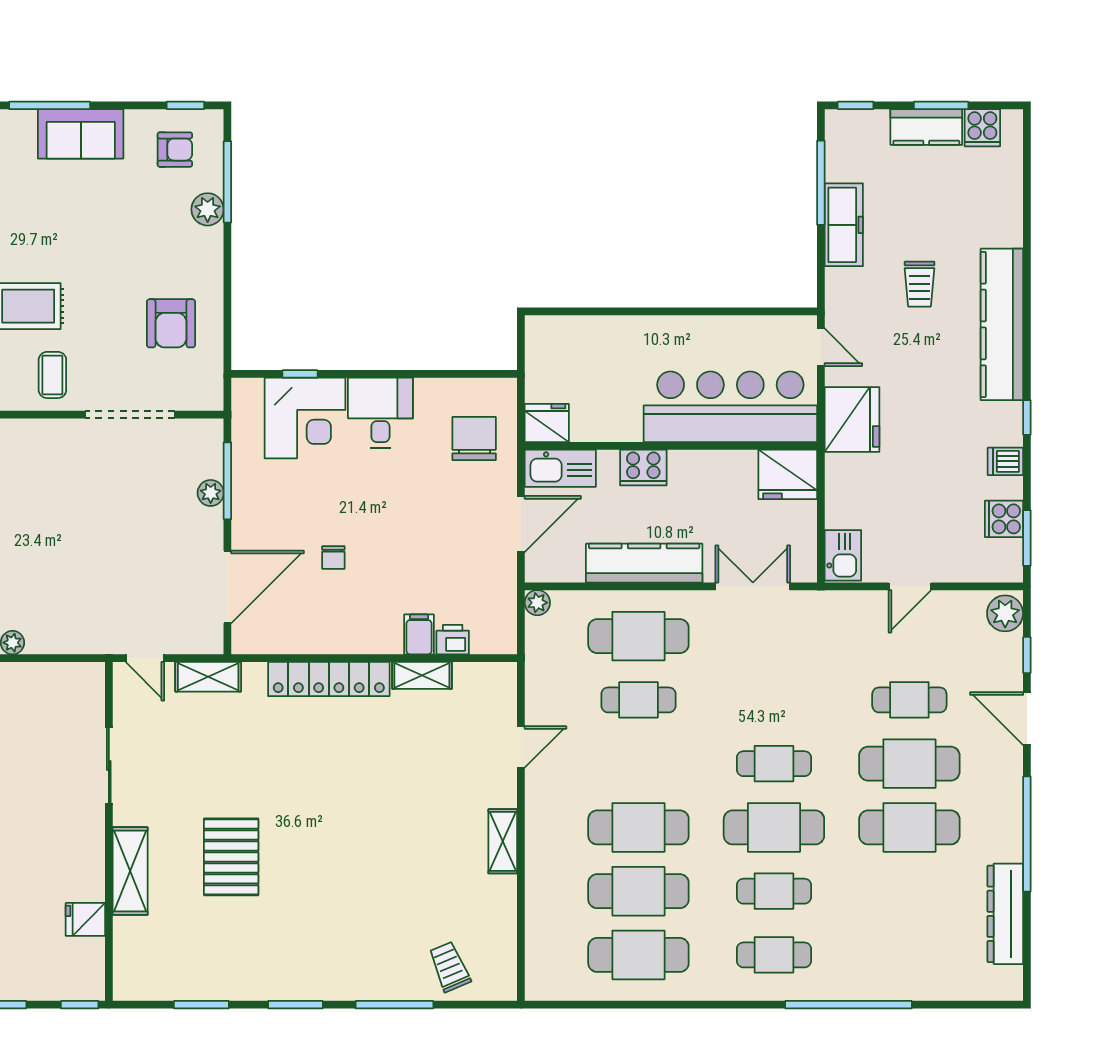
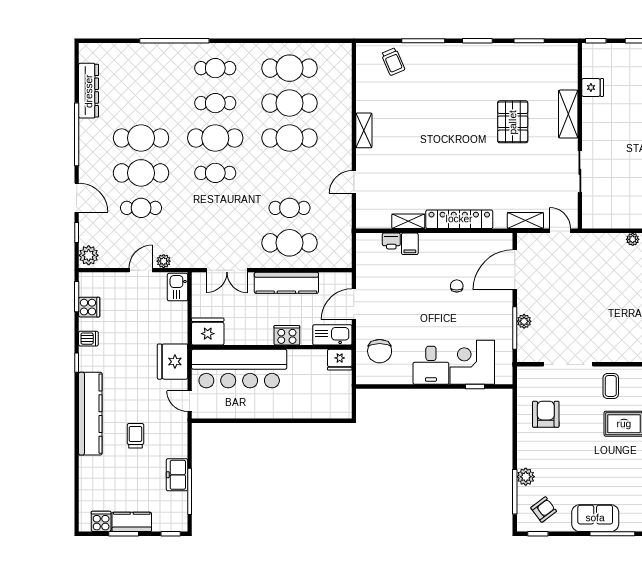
armchair: (175, 150) -> (544, 510), turned 143
freezer: (844, 225) -> (177, 475), width x0.71
plant: (537, 603) -> (164, 261), moved

